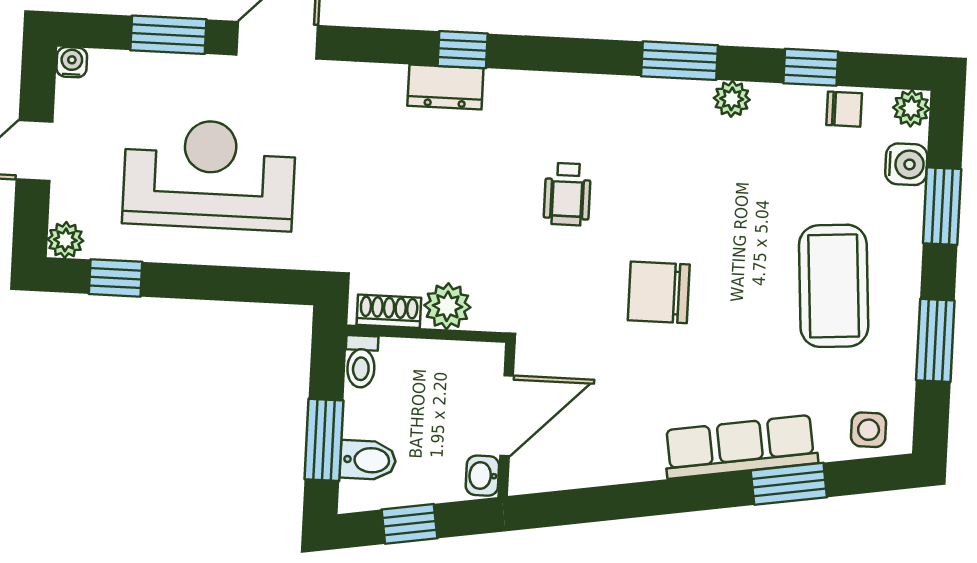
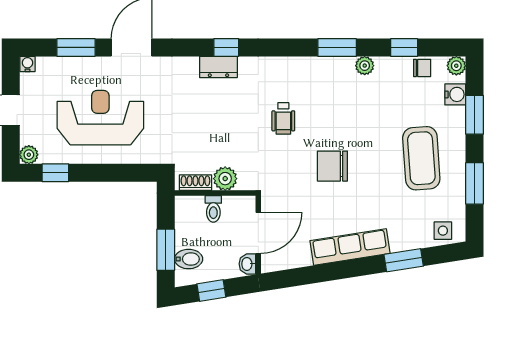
toilet: (361, 362) -> (213, 209), moved
row of seats: (740, 447) -> (350, 247), moved

